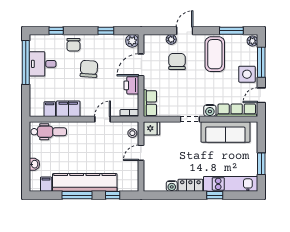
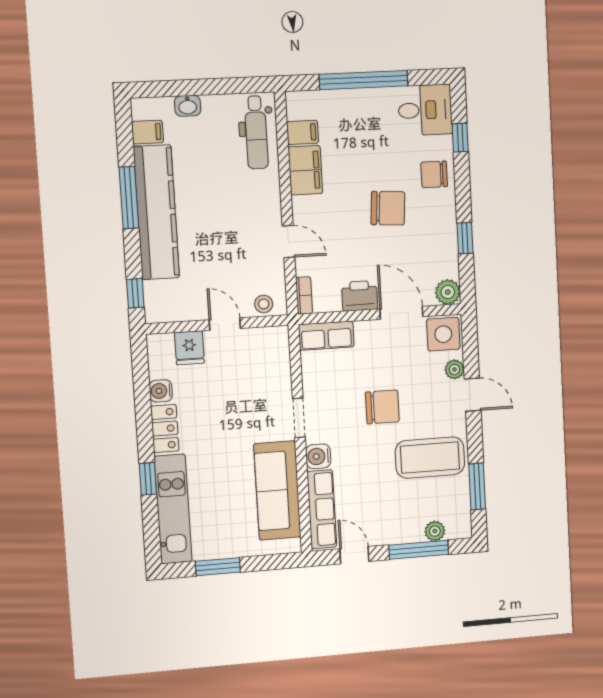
plant: (252, 41) -> (435, 531), moved
window: (26, 62) -> (364, 80), moved
chair: (177, 62) -> (382, 407), moved
desk: (43, 64) -> (425, 110), moved, turned 90
side table: (247, 74) -> (443, 334), moved
fridge: (152, 128) -> (189, 348), moved
window: (113, 195) -> (135, 293), moved

